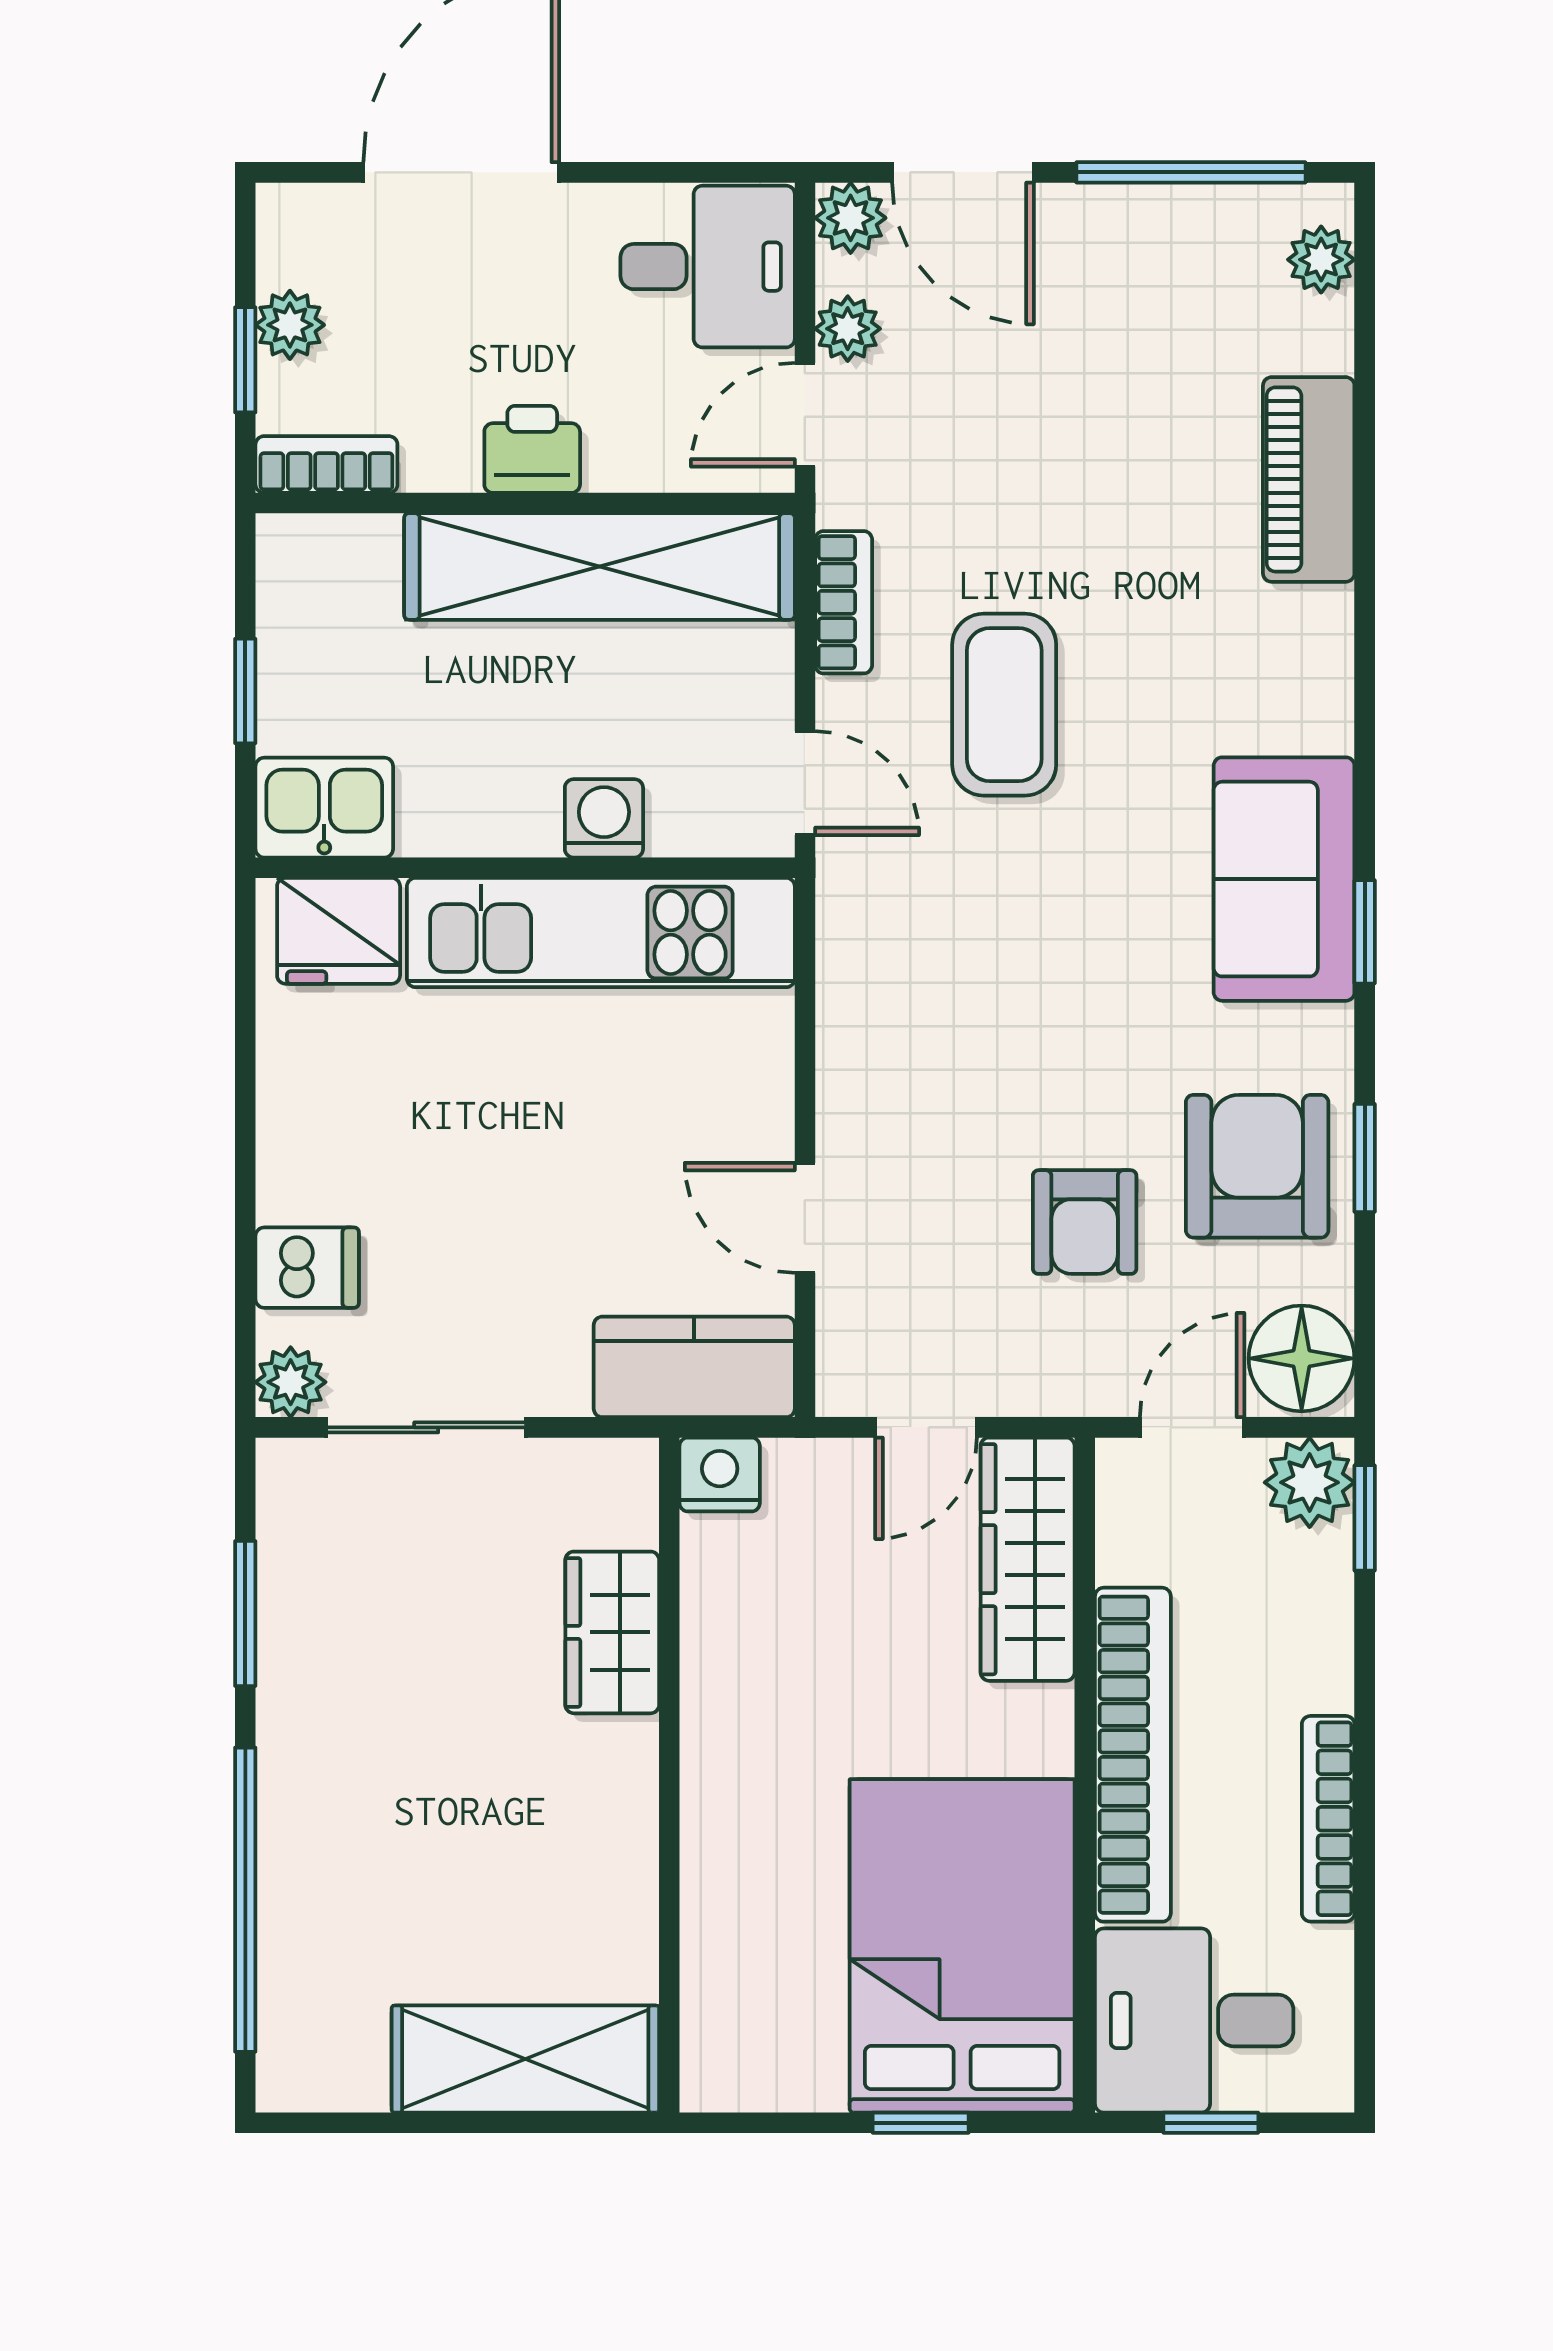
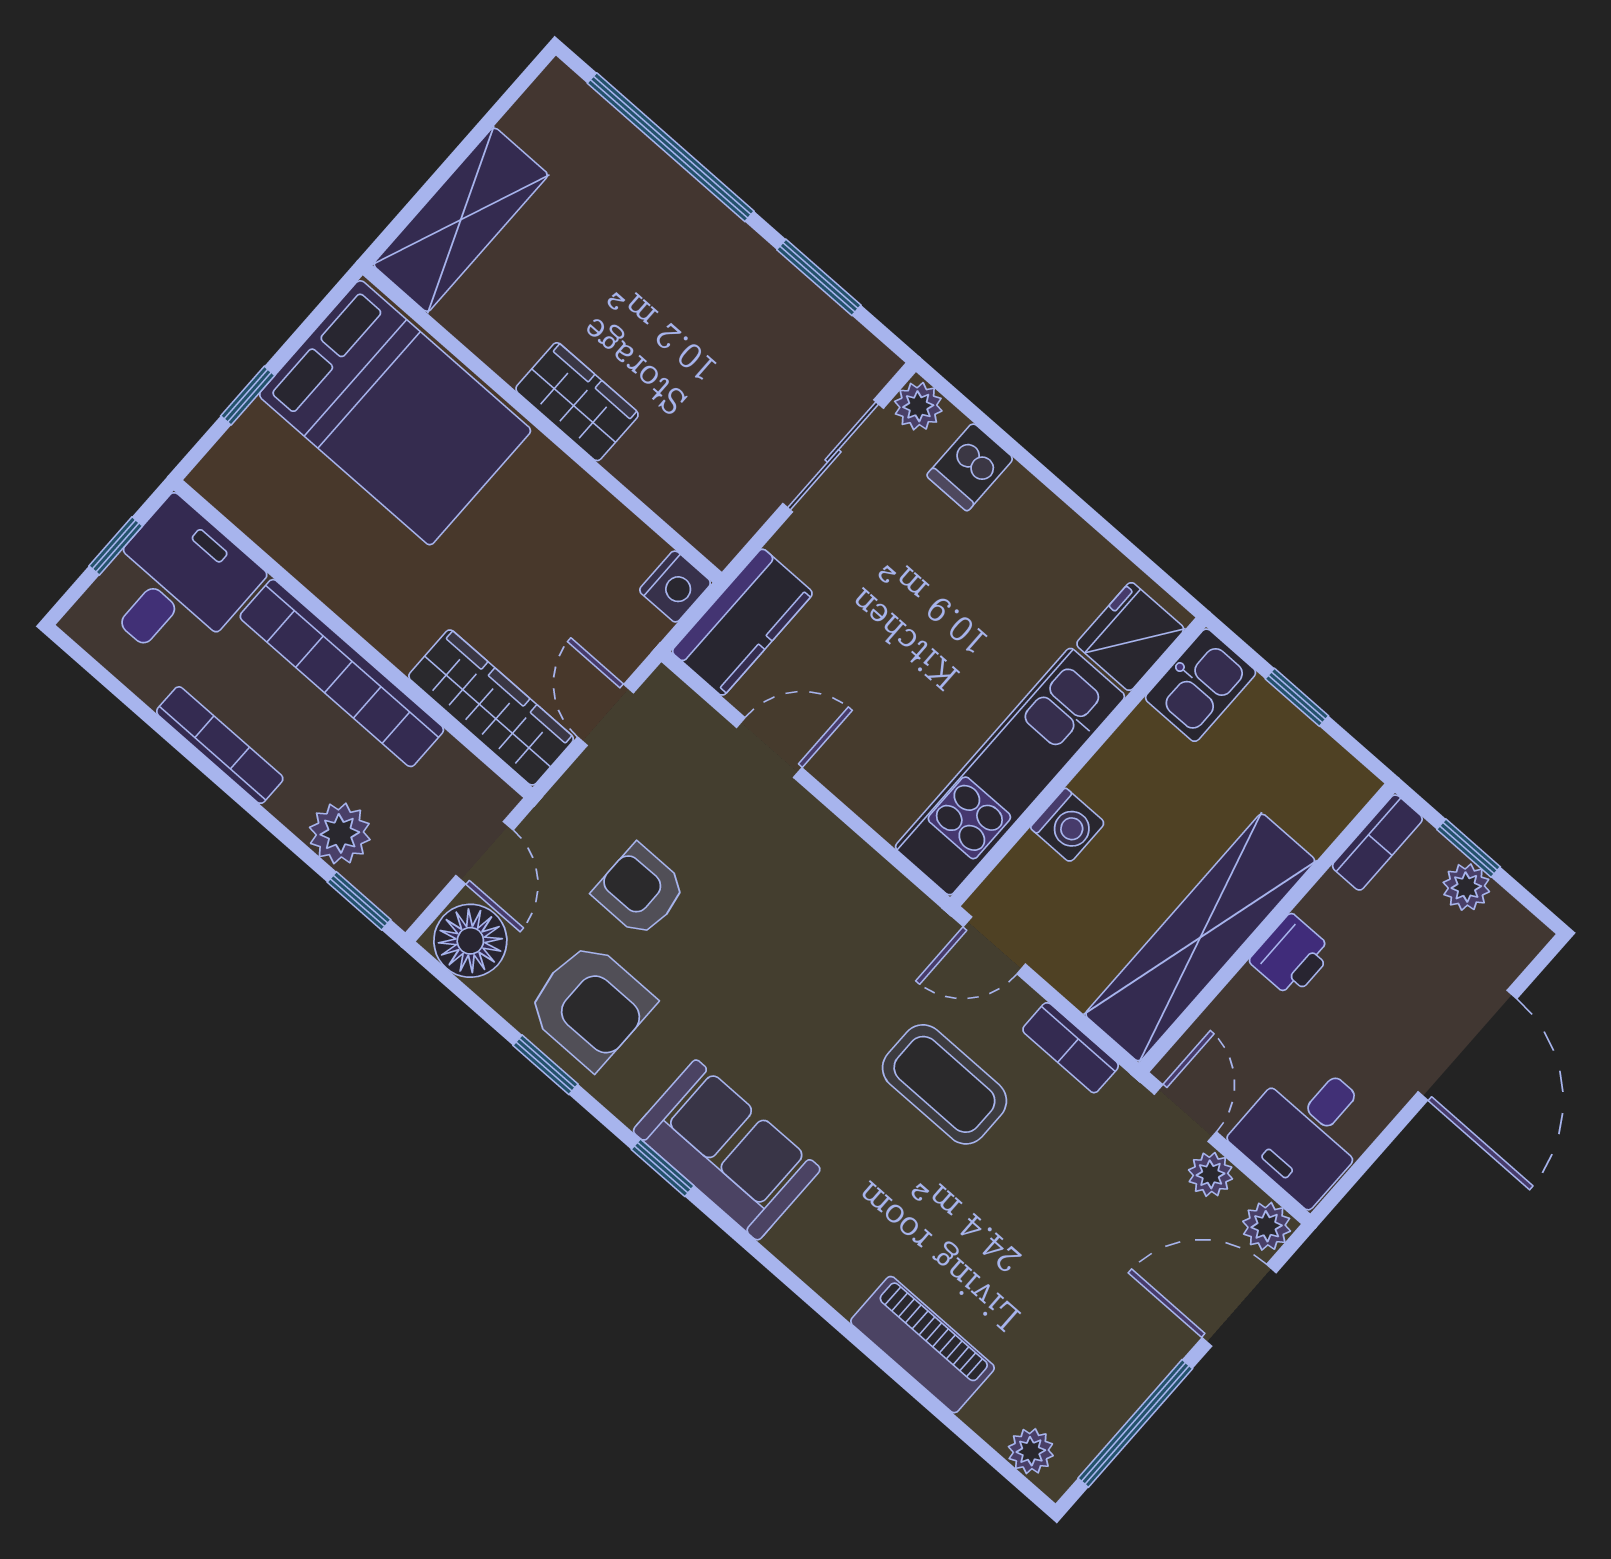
plant: (1310, 1482) -> (340, 833), moved
wardrobe: (612, 1632) -> (577, 402), moved
bed: (962, 1946) -> (395, 413), moved

